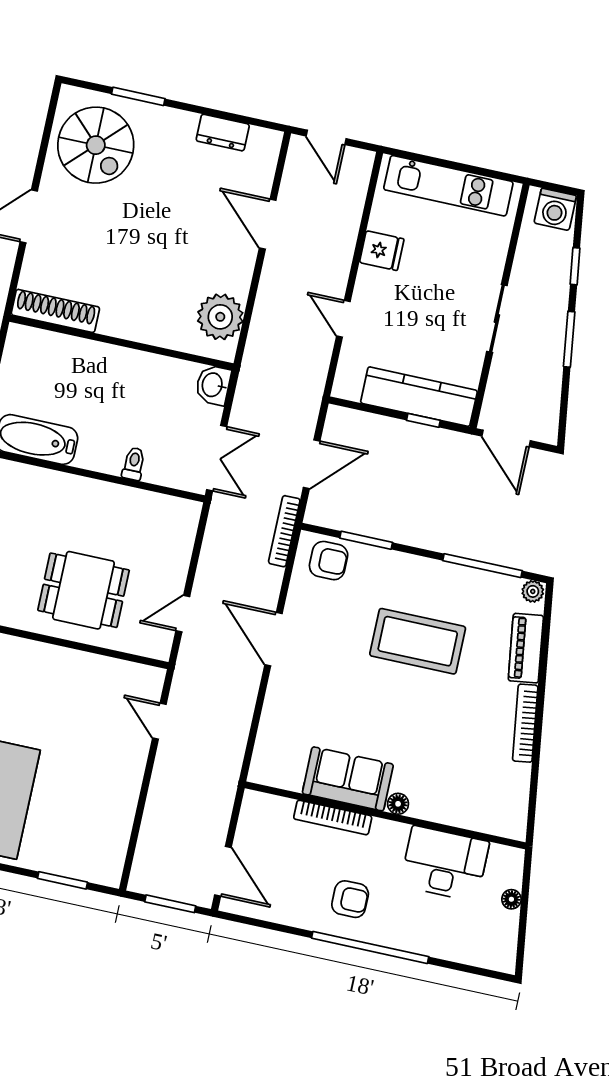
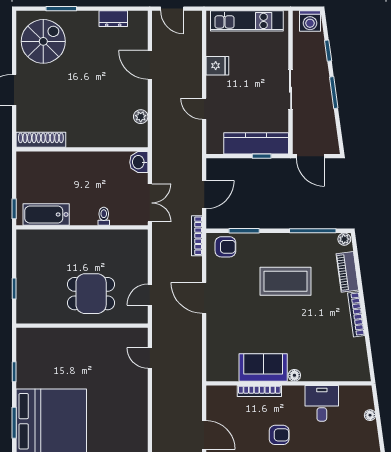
spiral stairs: (96, 145) -> (43, 41), turned -90
plant: (220, 317) -> (141, 117), width x0.53, depth x0.53
desk: (445, 864) -> (322, 403), width x0.73

